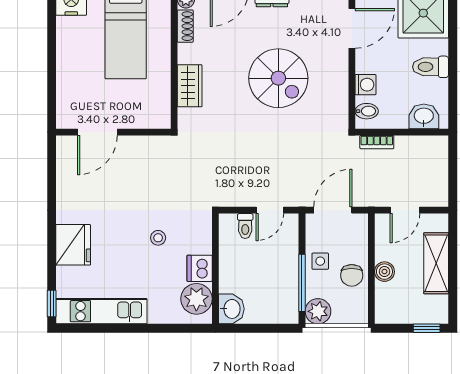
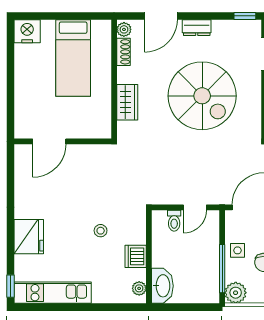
spiral stairs: (278, 78) -> (202, 96), width x1.37, depth x1.37
plant: (196, 299) -> (139, 288), width x0.53, depth x0.53
washbasin: (231, 309) -> (162, 286), width x1.38

